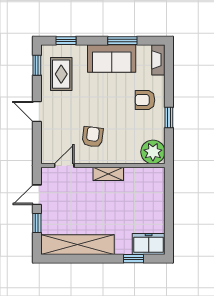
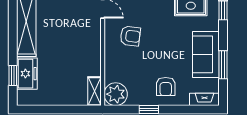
armchair: (145, 100) -> (166, 87), turned 180
shelving: (108, 174) -> (95, 91), moved
freezer: (149, 244) -> (27, 74), moved

